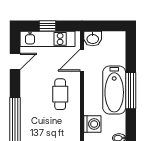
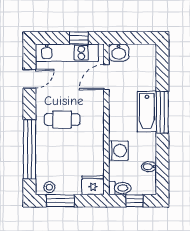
window: (48, 26) -> (79, 38), moved
bathtub: (114, 90) -> (147, 112), width x0.73, depth x0.73
cafe table: (60, 94) -> (62, 119), moved, turned 90

